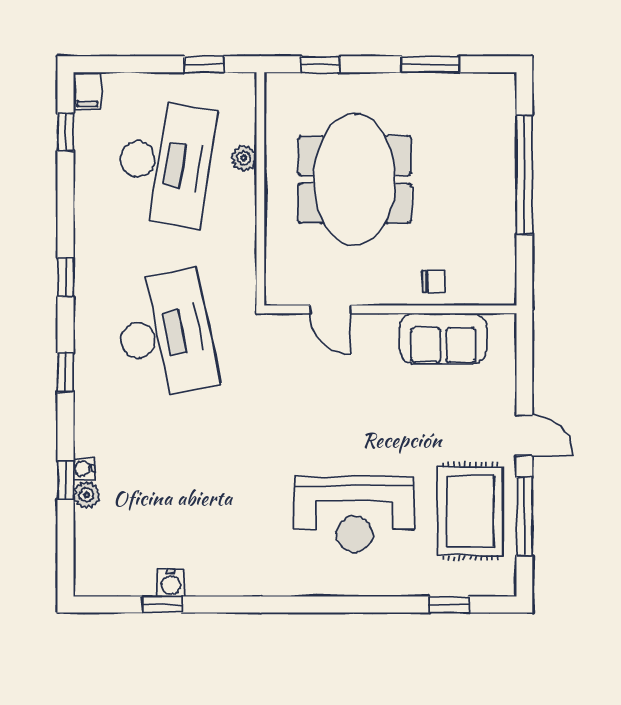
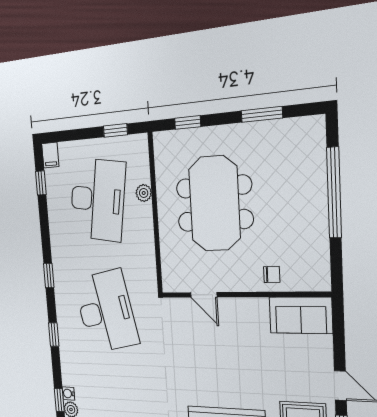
sofa: (443, 338) -> (301, 315), moved

